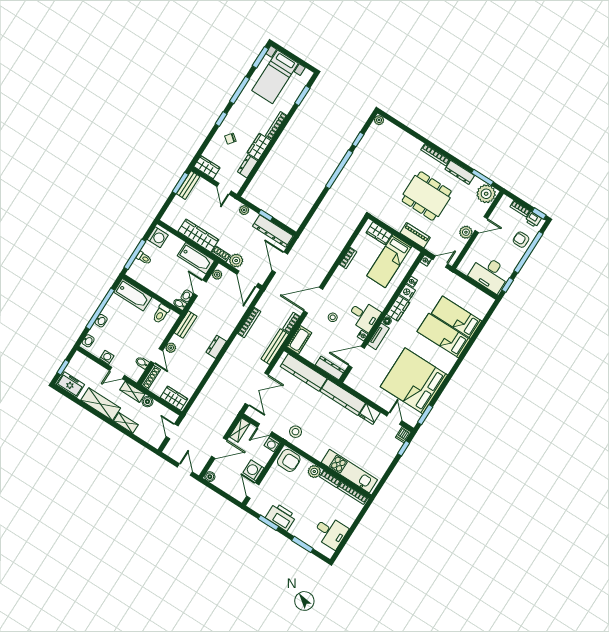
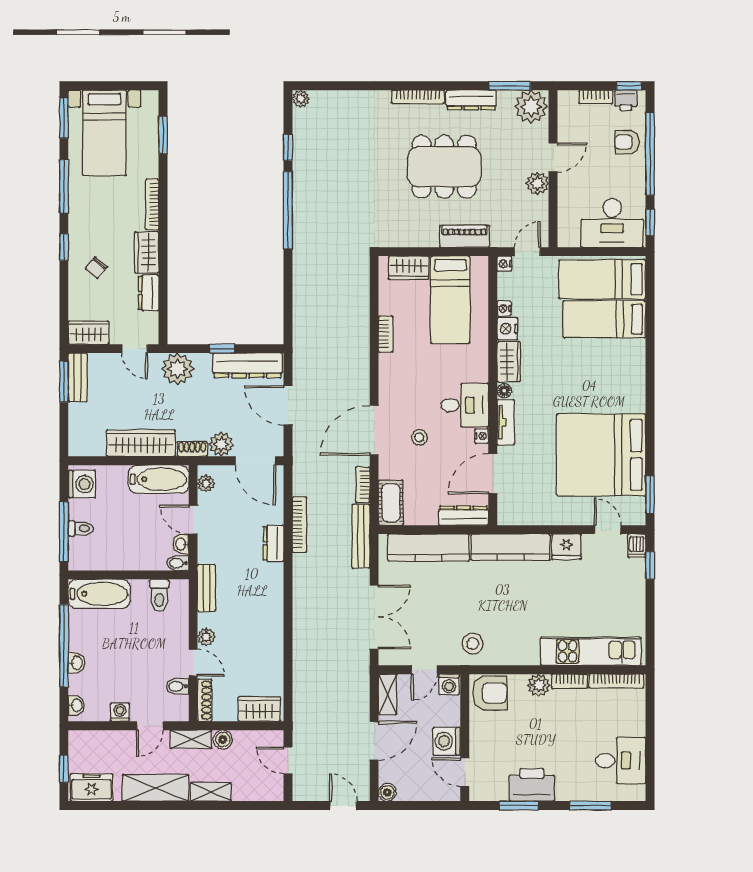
plant: (244, 210) -> (178, 369), width x1.88, depth x1.88
bed: (444, 335) -> (602, 279), moved
dresser: (216, 347) -> (273, 543), moved

